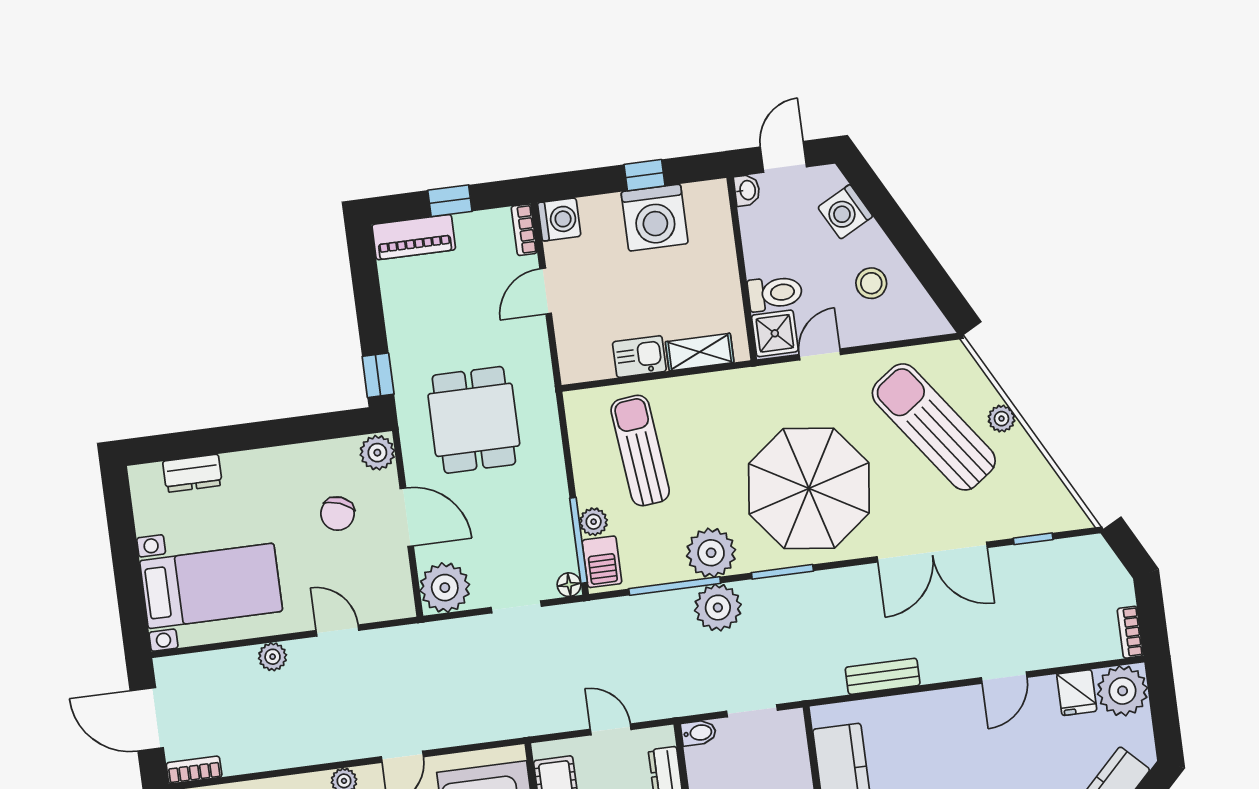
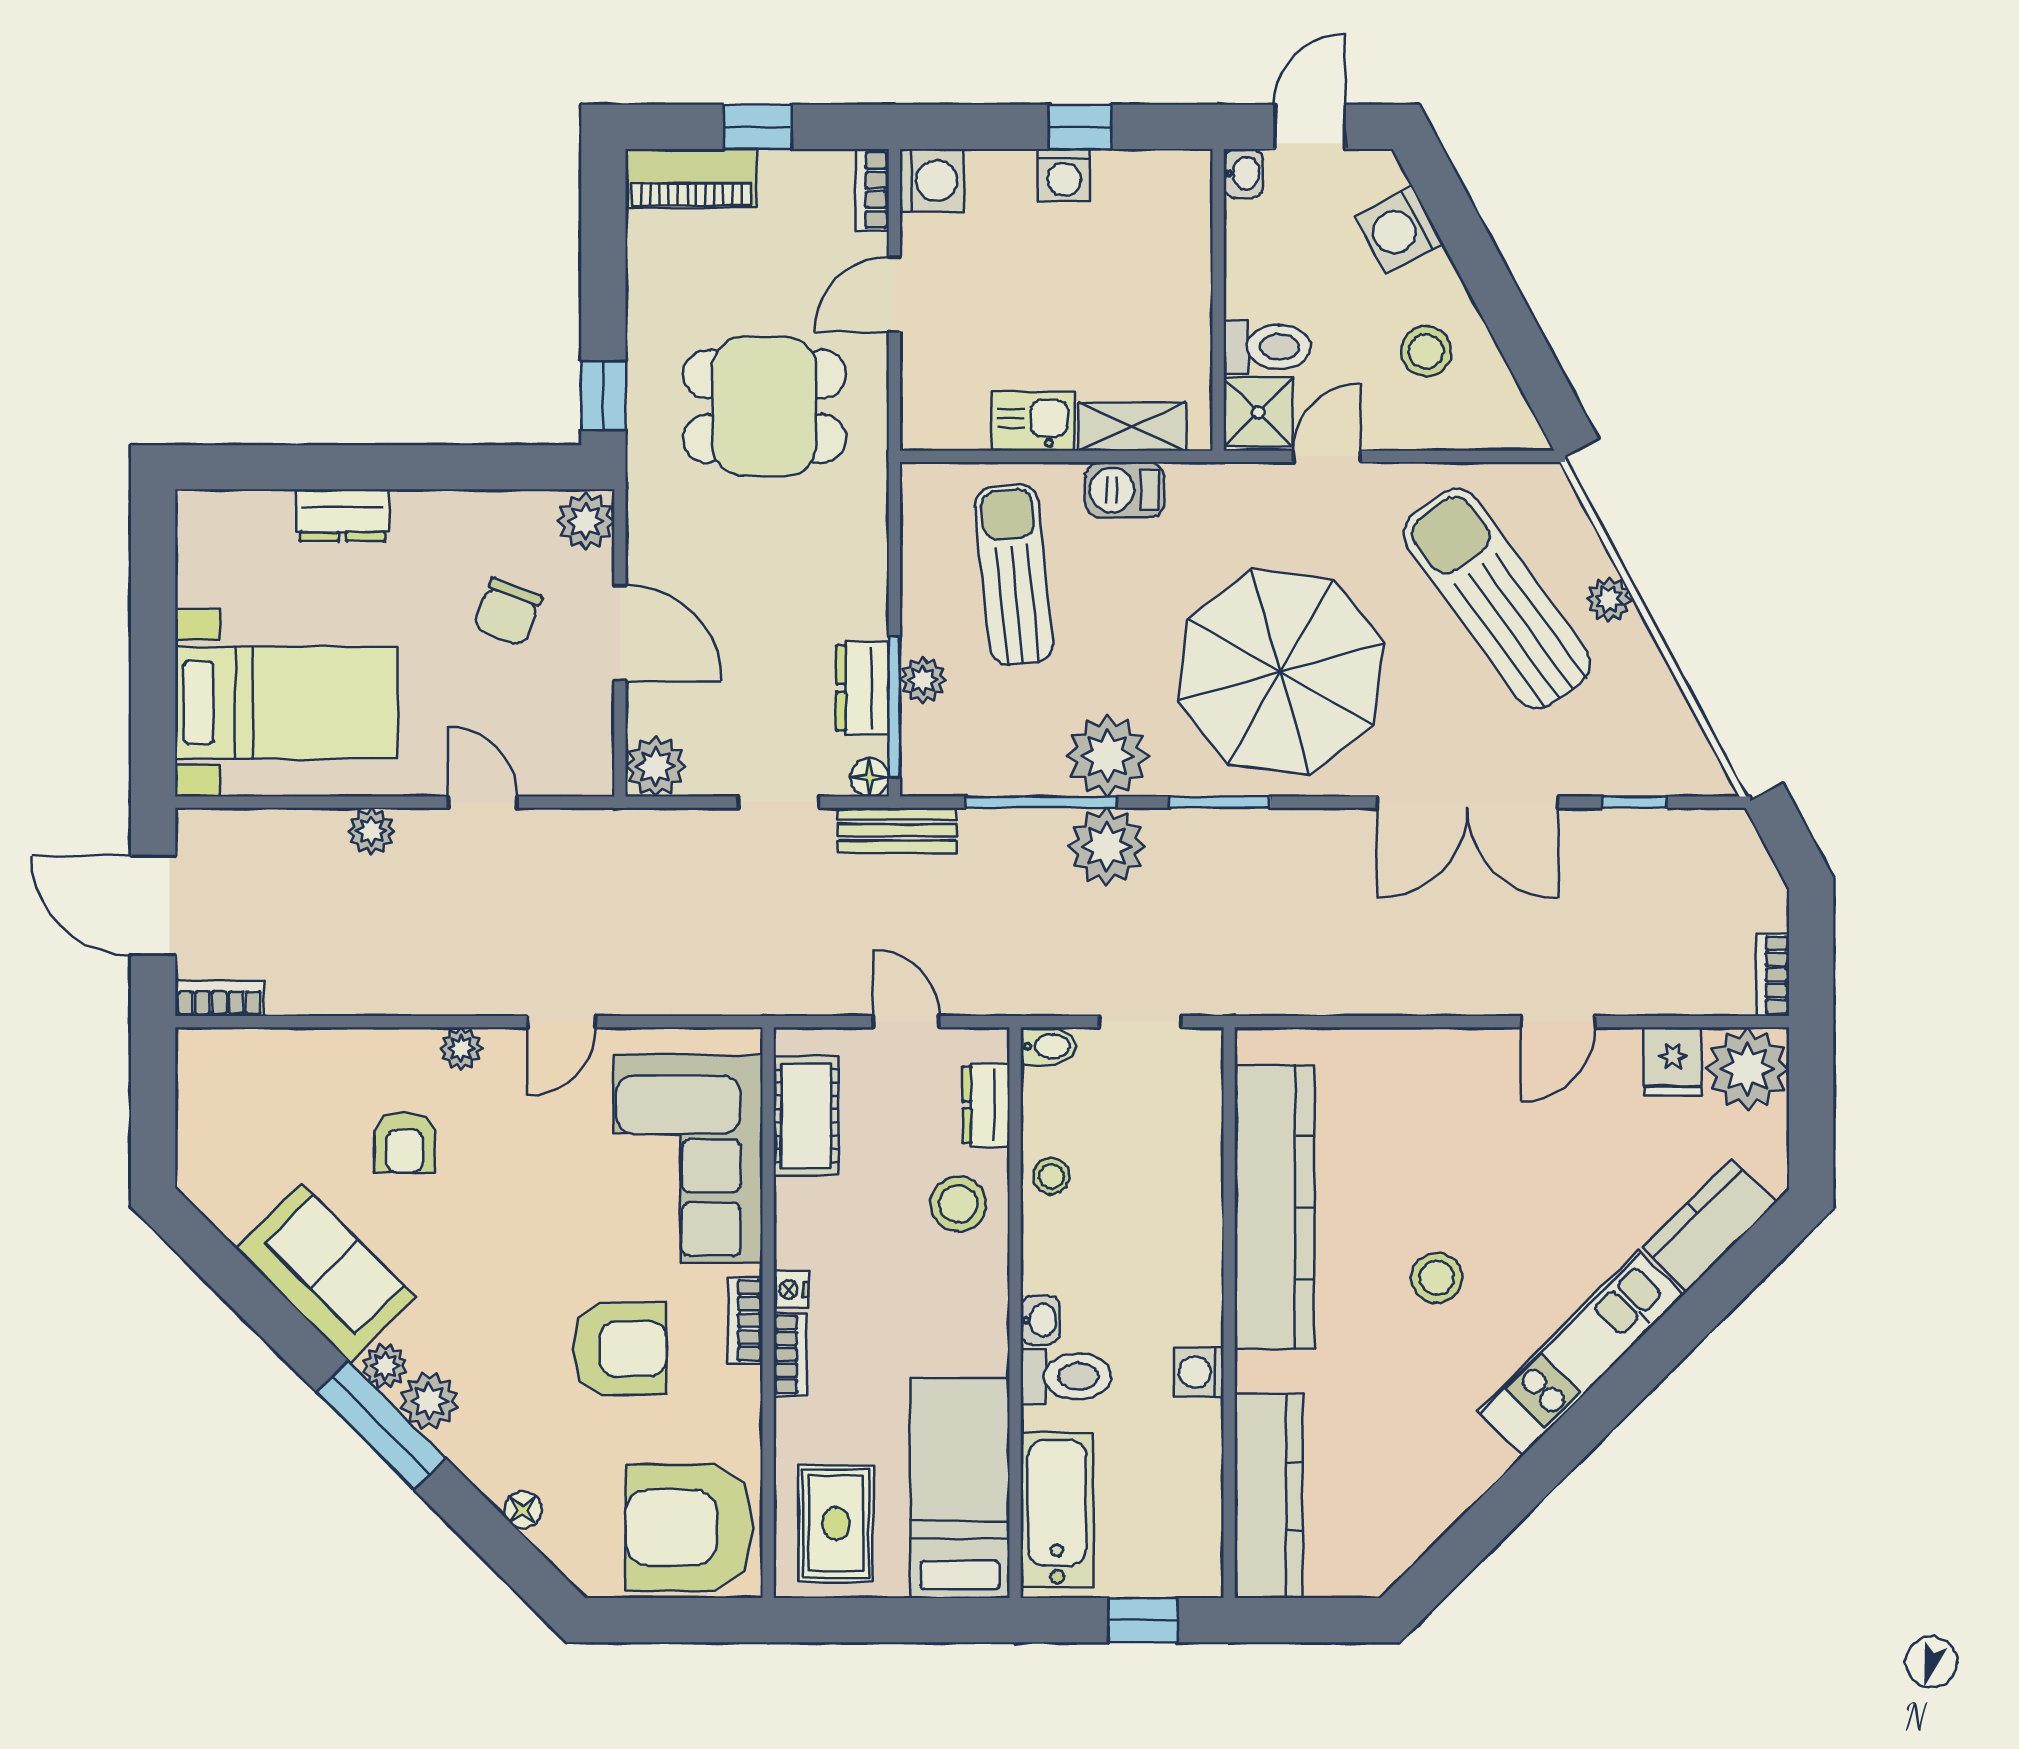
washing machine: (655, 218) -> (1064, 175), width x0.53, depth x0.53
dining table: (474, 420) -> (764, 406), moved, turned 90
dresser: (192, 473) -> (342, 515), moved
dresser: (558, 531) -> (863, 688), added
barbecue: (602, 562) -> (1125, 490), moved, turned 90
plant: (445, 588) -> (656, 766), width x0.73, depth x0.73
bench: (883, 676) -> (897, 830), moved

